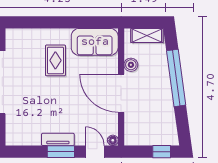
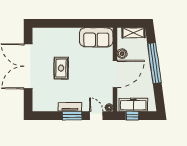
rug: (55, 60) -> (61, 68), moved
door: (121, 93) -> (115, 74), swing flipped
freezer: (147, 136) -> (133, 105), added
window: (162, 152) -> (132, 116), moved

